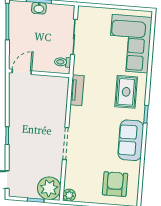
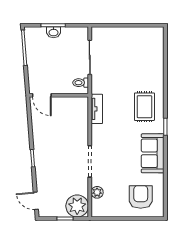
corner sofa: (130, 44) -> (145, 60), removed
door: (22, 72) -> (42, 95), swing flipped
plant: (69, 195) -> (97, 192), moved

